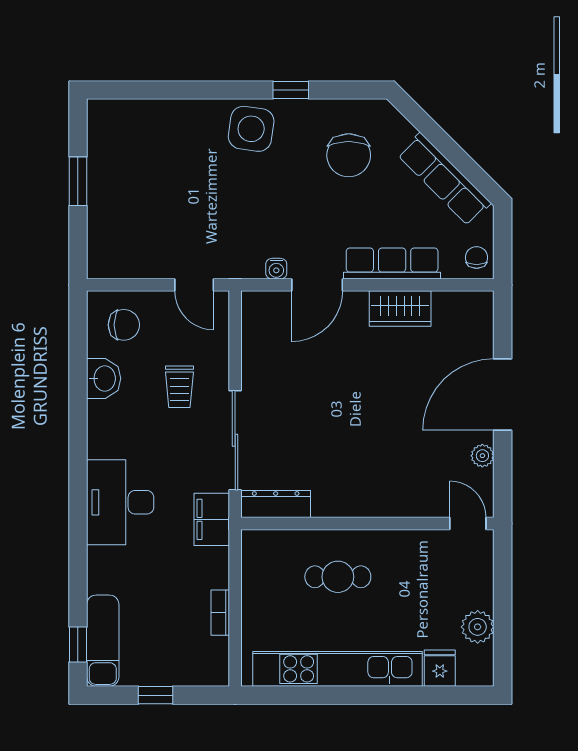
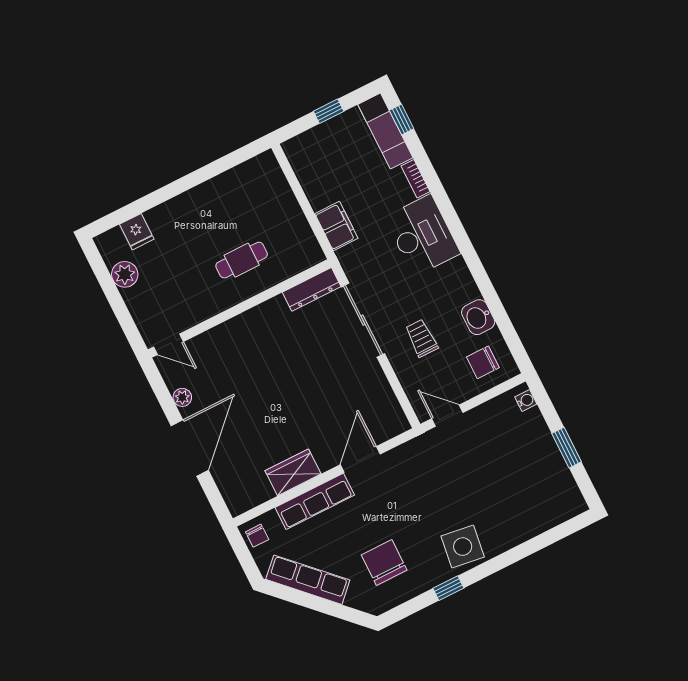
water cooler: (276, 269) -> (526, 400), moved, turned 90
filing cabinet: (212, 519) -> (336, 226), moved
bookcase: (220, 613) -> (416, 179), moved, turned 180
kitchen unit: (338, 669) -> (209, 195), removed

